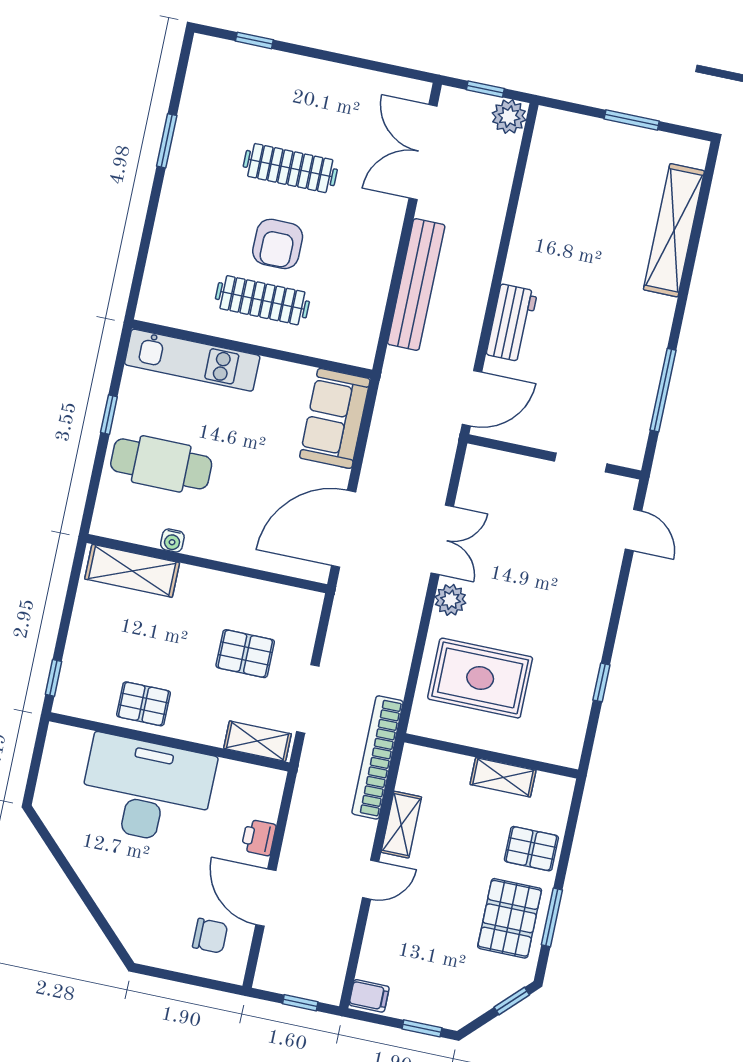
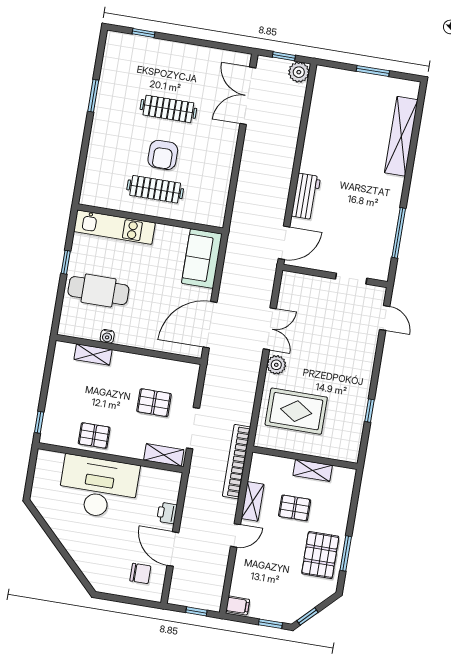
bench: (416, 285) -> (247, 176), removed
shelving: (132, 571) -> (93, 354), width x0.67, depth x0.75
pallet: (531, 849) -> (295, 508), moved
window: (512, 1001) -> (308, 616), moved

